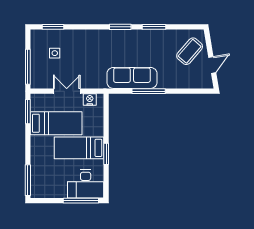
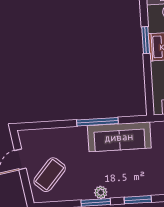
plant: (150, 35) -> (101, 192), added

